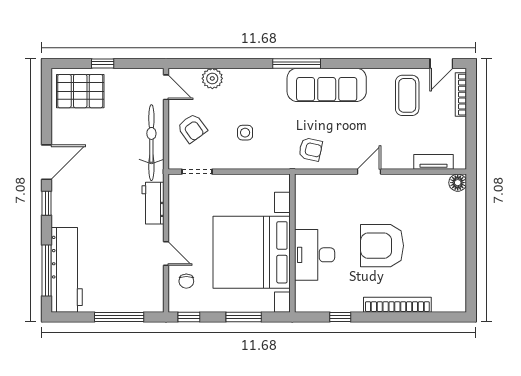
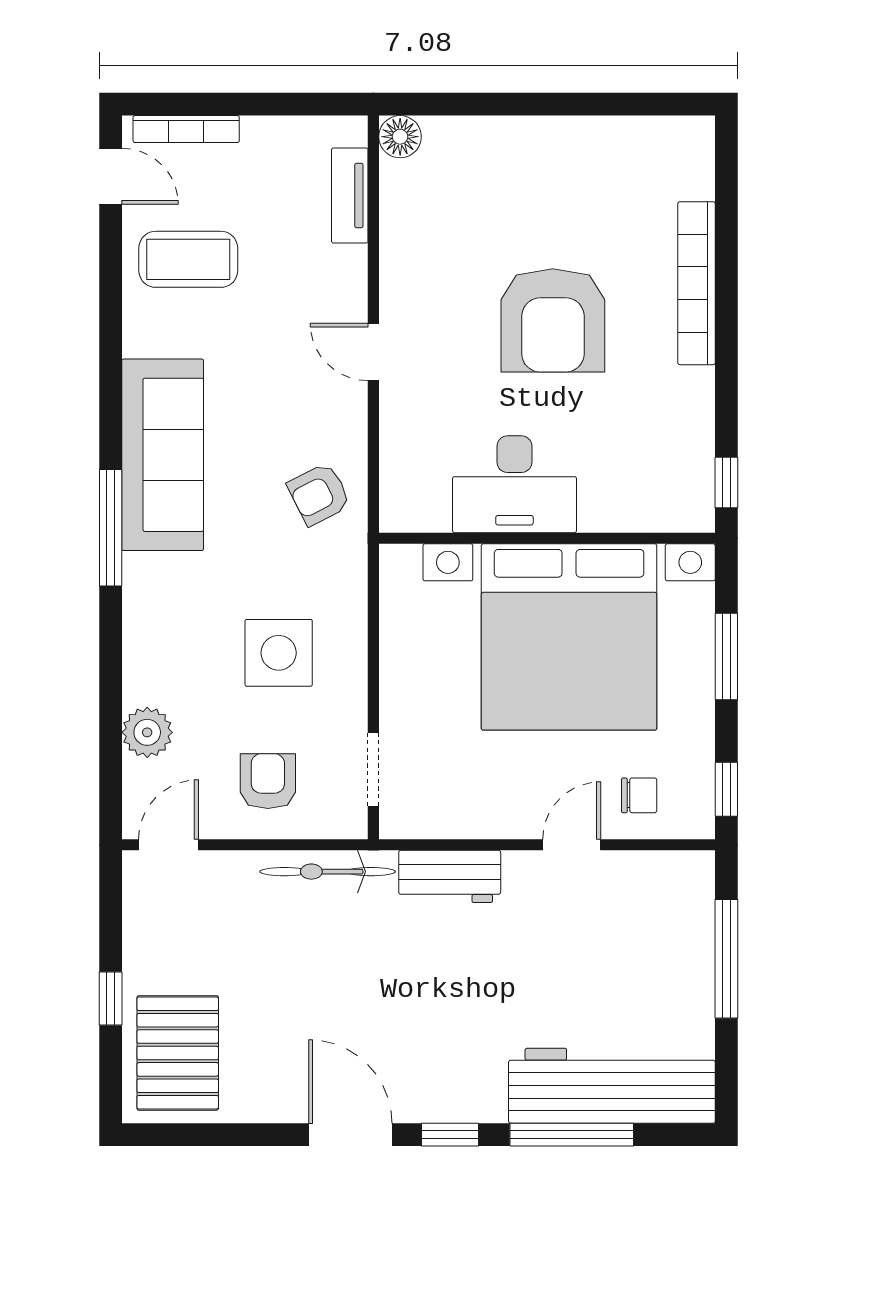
armchair: (192, 128) -> (268, 781), turned -54
side table: (245, 133) -> (279, 653), width x1.87, depth x1.87
bicycle: (151, 143) -> (328, 872), width x0.73, depth x0.71
armchair: (310, 149) -> (319, 494), turned -129
desk: (315, 255) -> (514, 484), moved
window: (47, 271) -> (572, 1135), moved
window: (340, 317) -> (726, 482), moved

